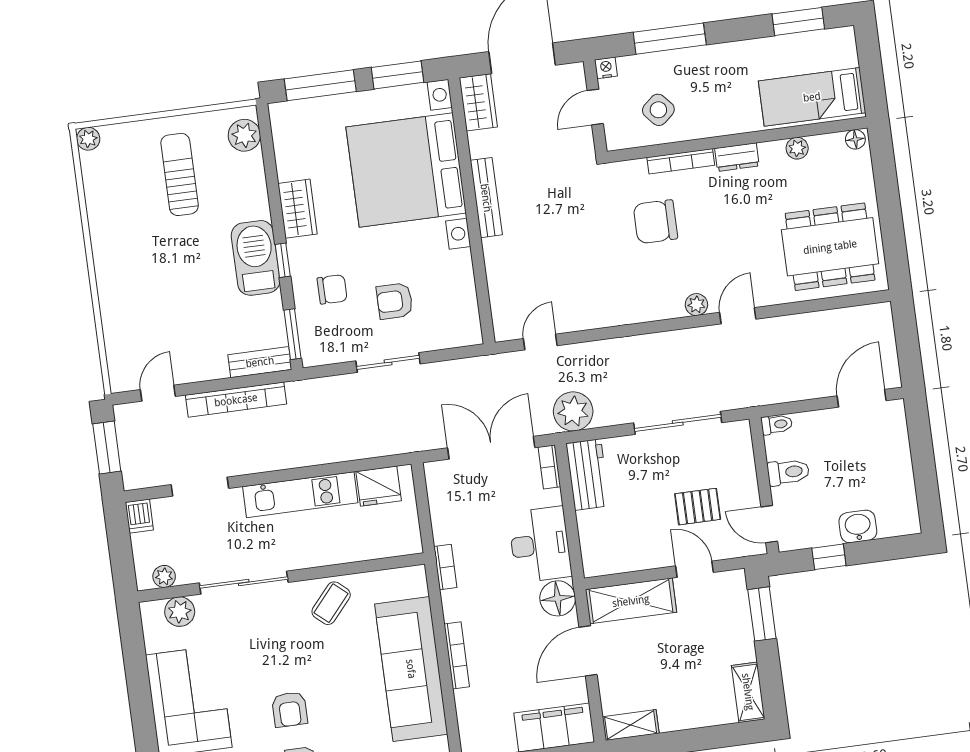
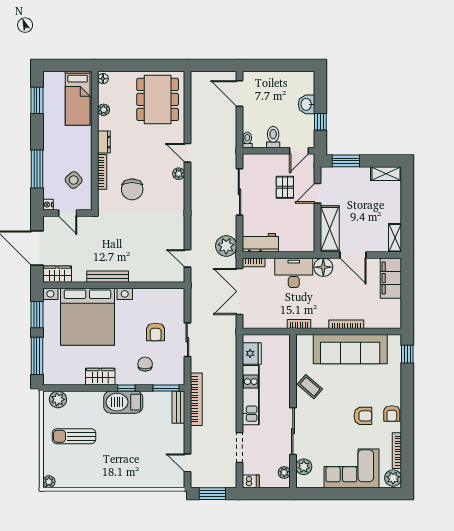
bookcase: (236, 400) -> (196, 399), moved

